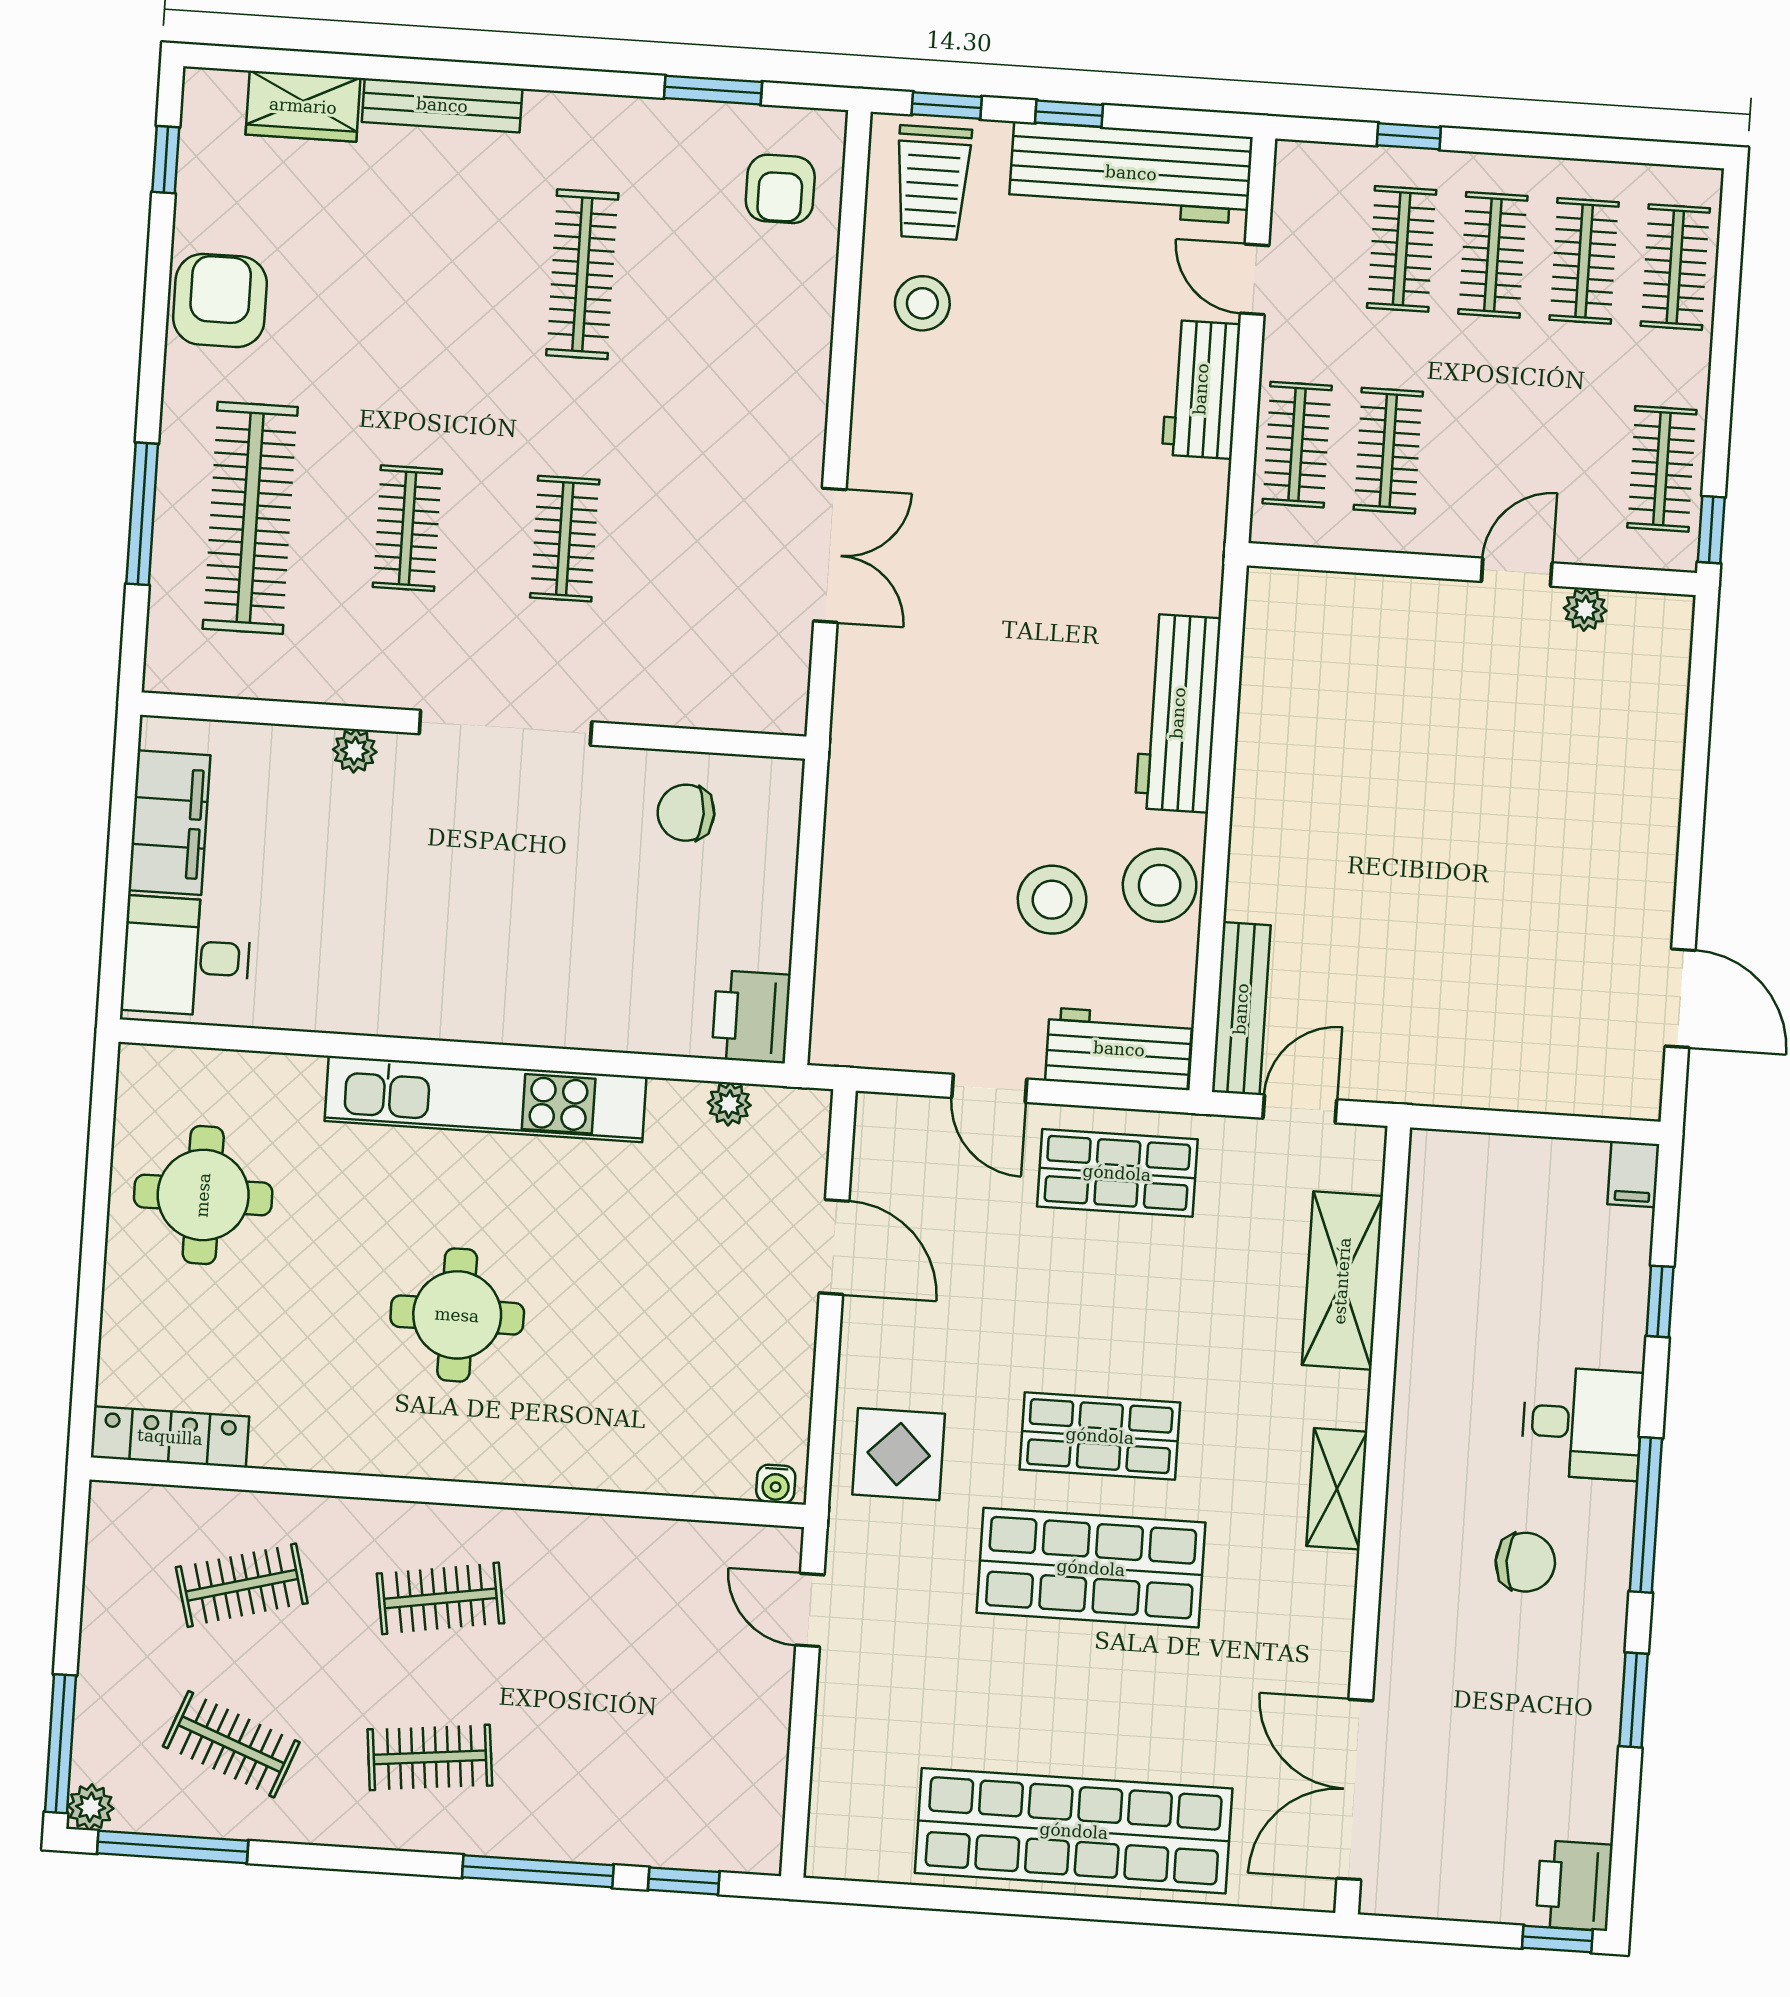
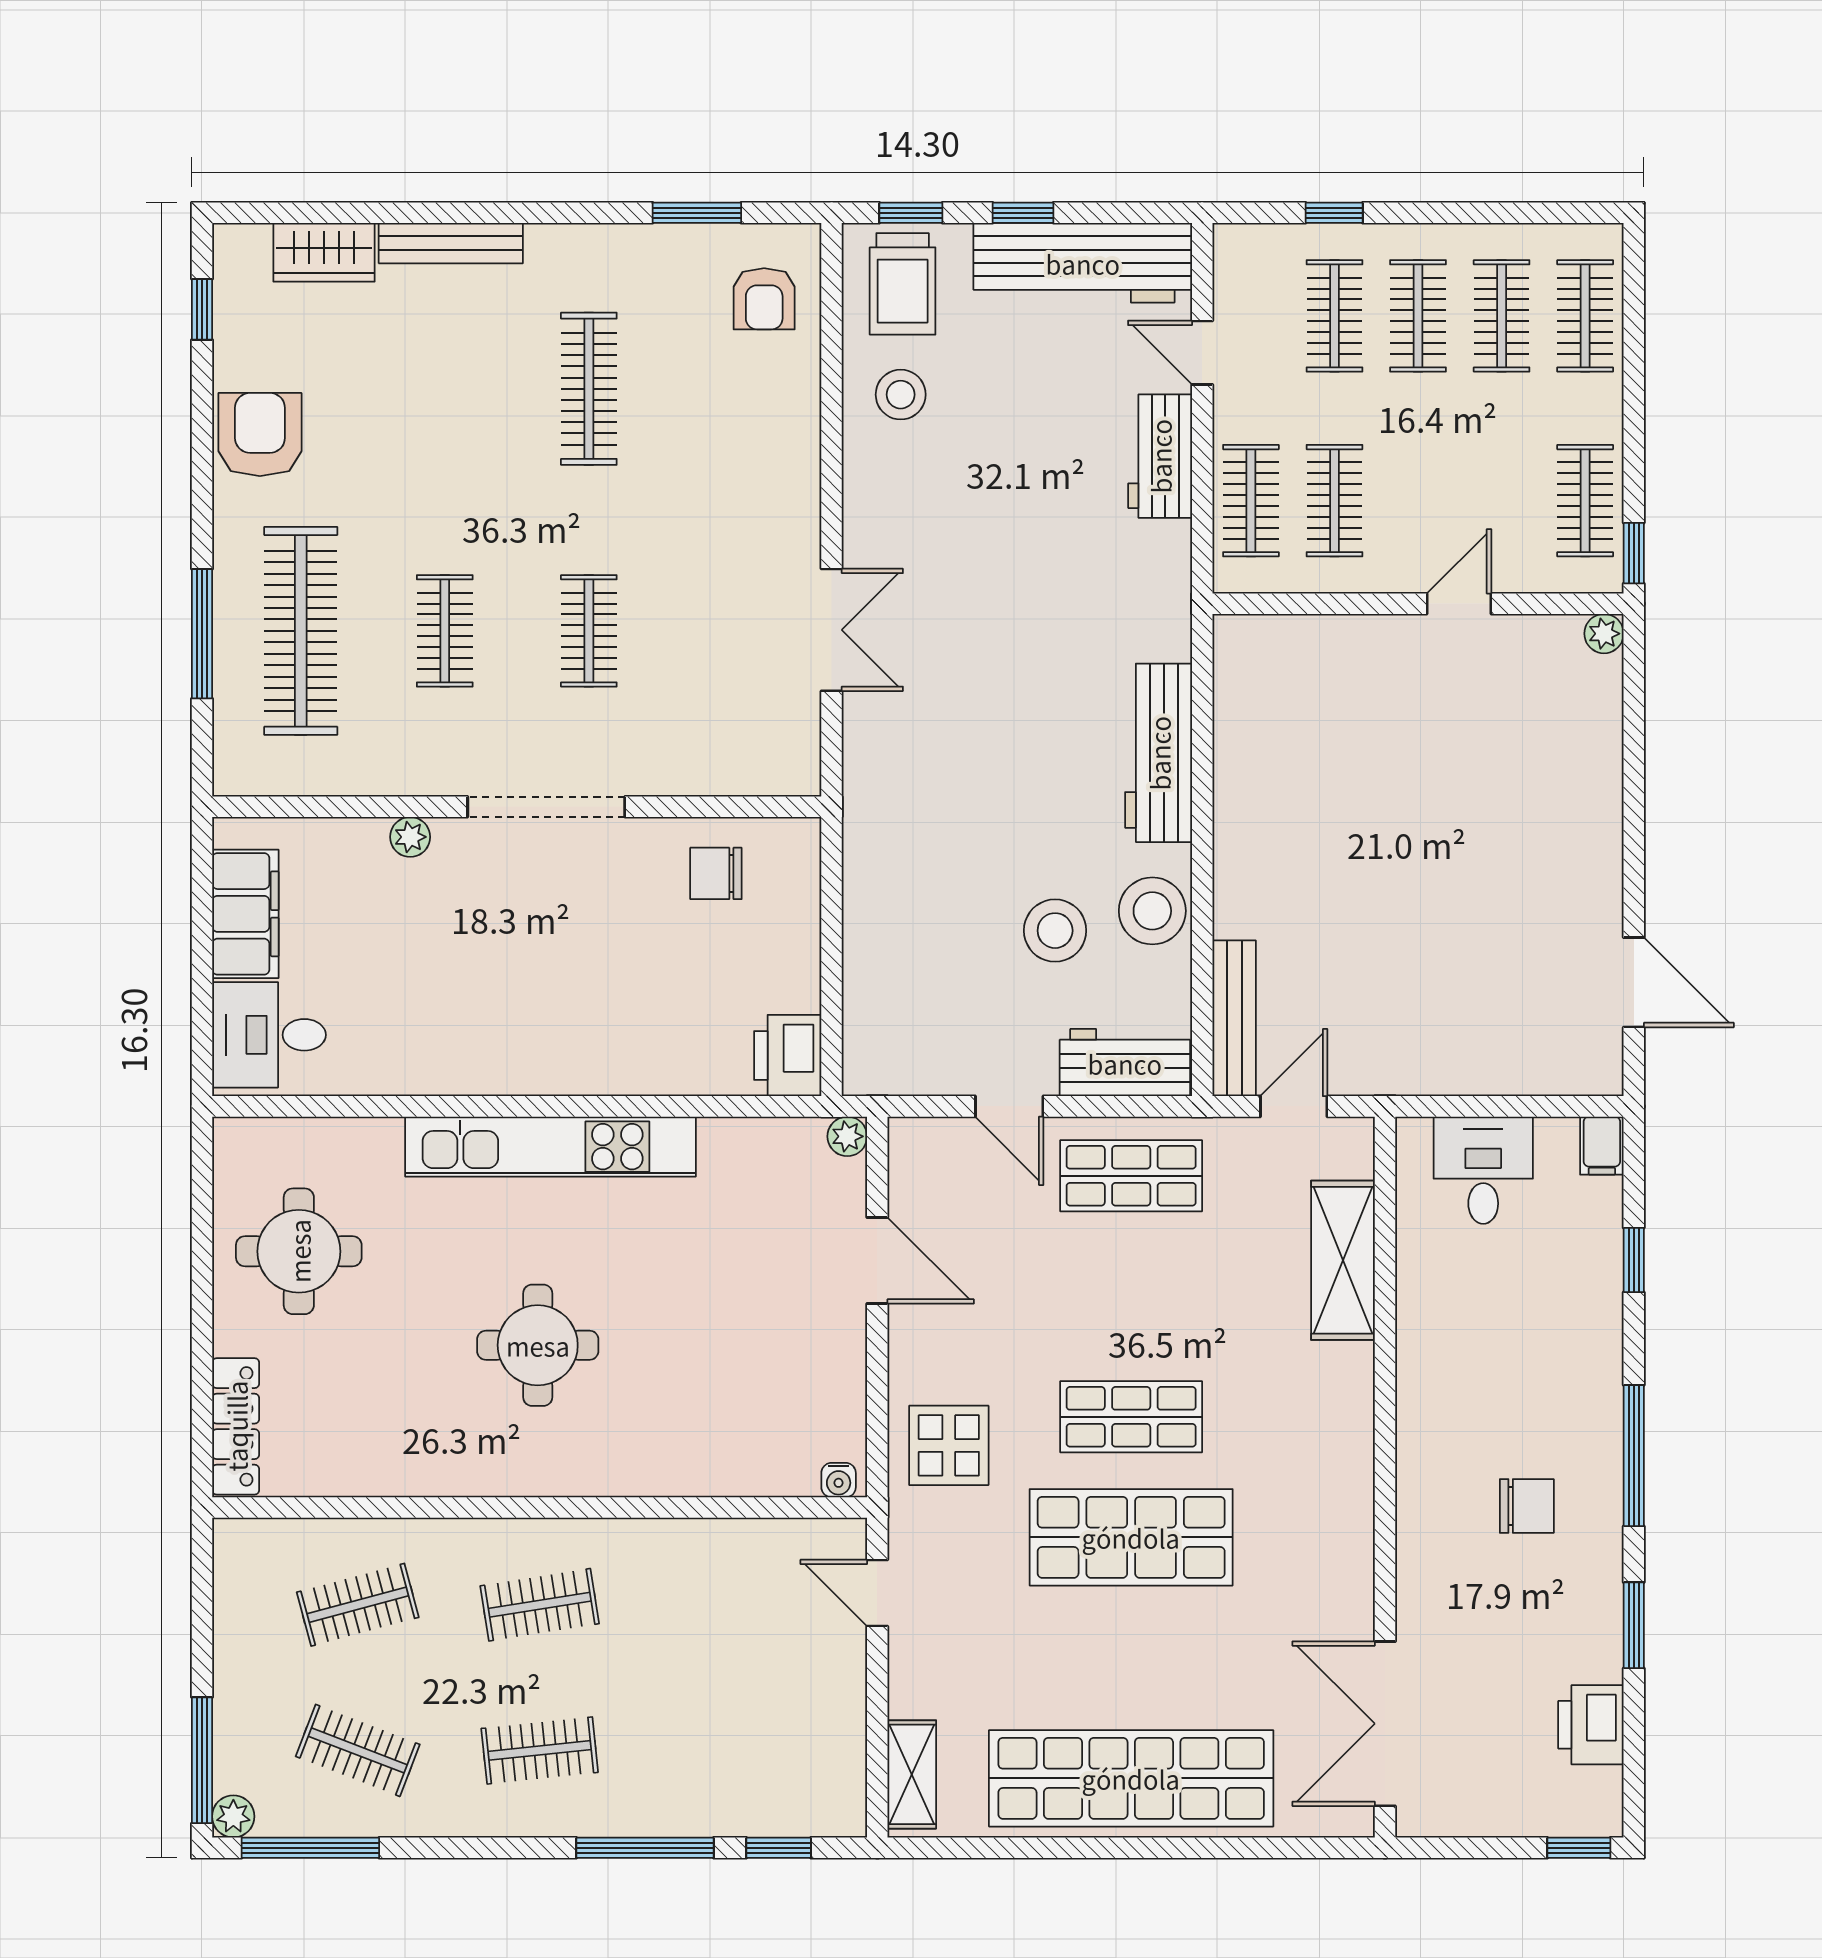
plant: (1585, 609) -> (1604, 634), moved
plant: (729, 1104) -> (847, 1136), moved
desk: (1582, 1423) -> (1483, 1170), moved, turned -90
locker: (170, 1437) -> (236, 1426), moved, turned 90
shelving: (1337, 1489) -> (912, 1774), moved
printer: (1574, 1886) -> (1591, 1725), moved

